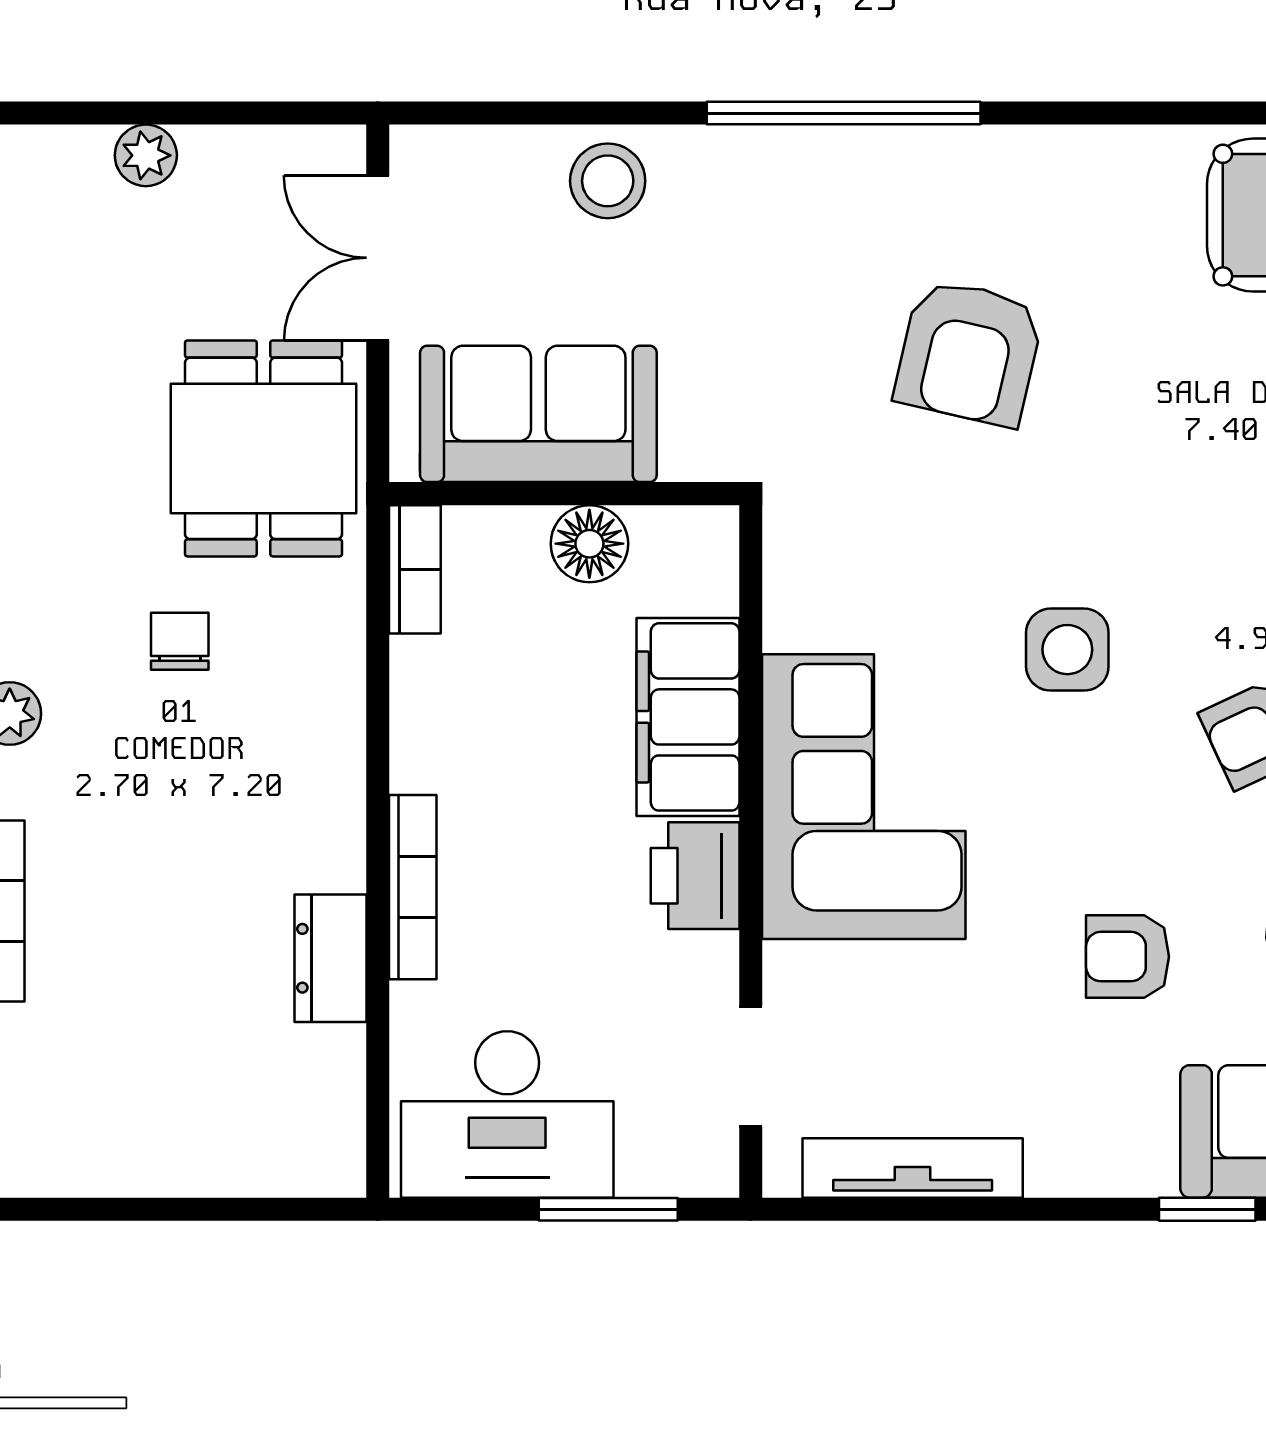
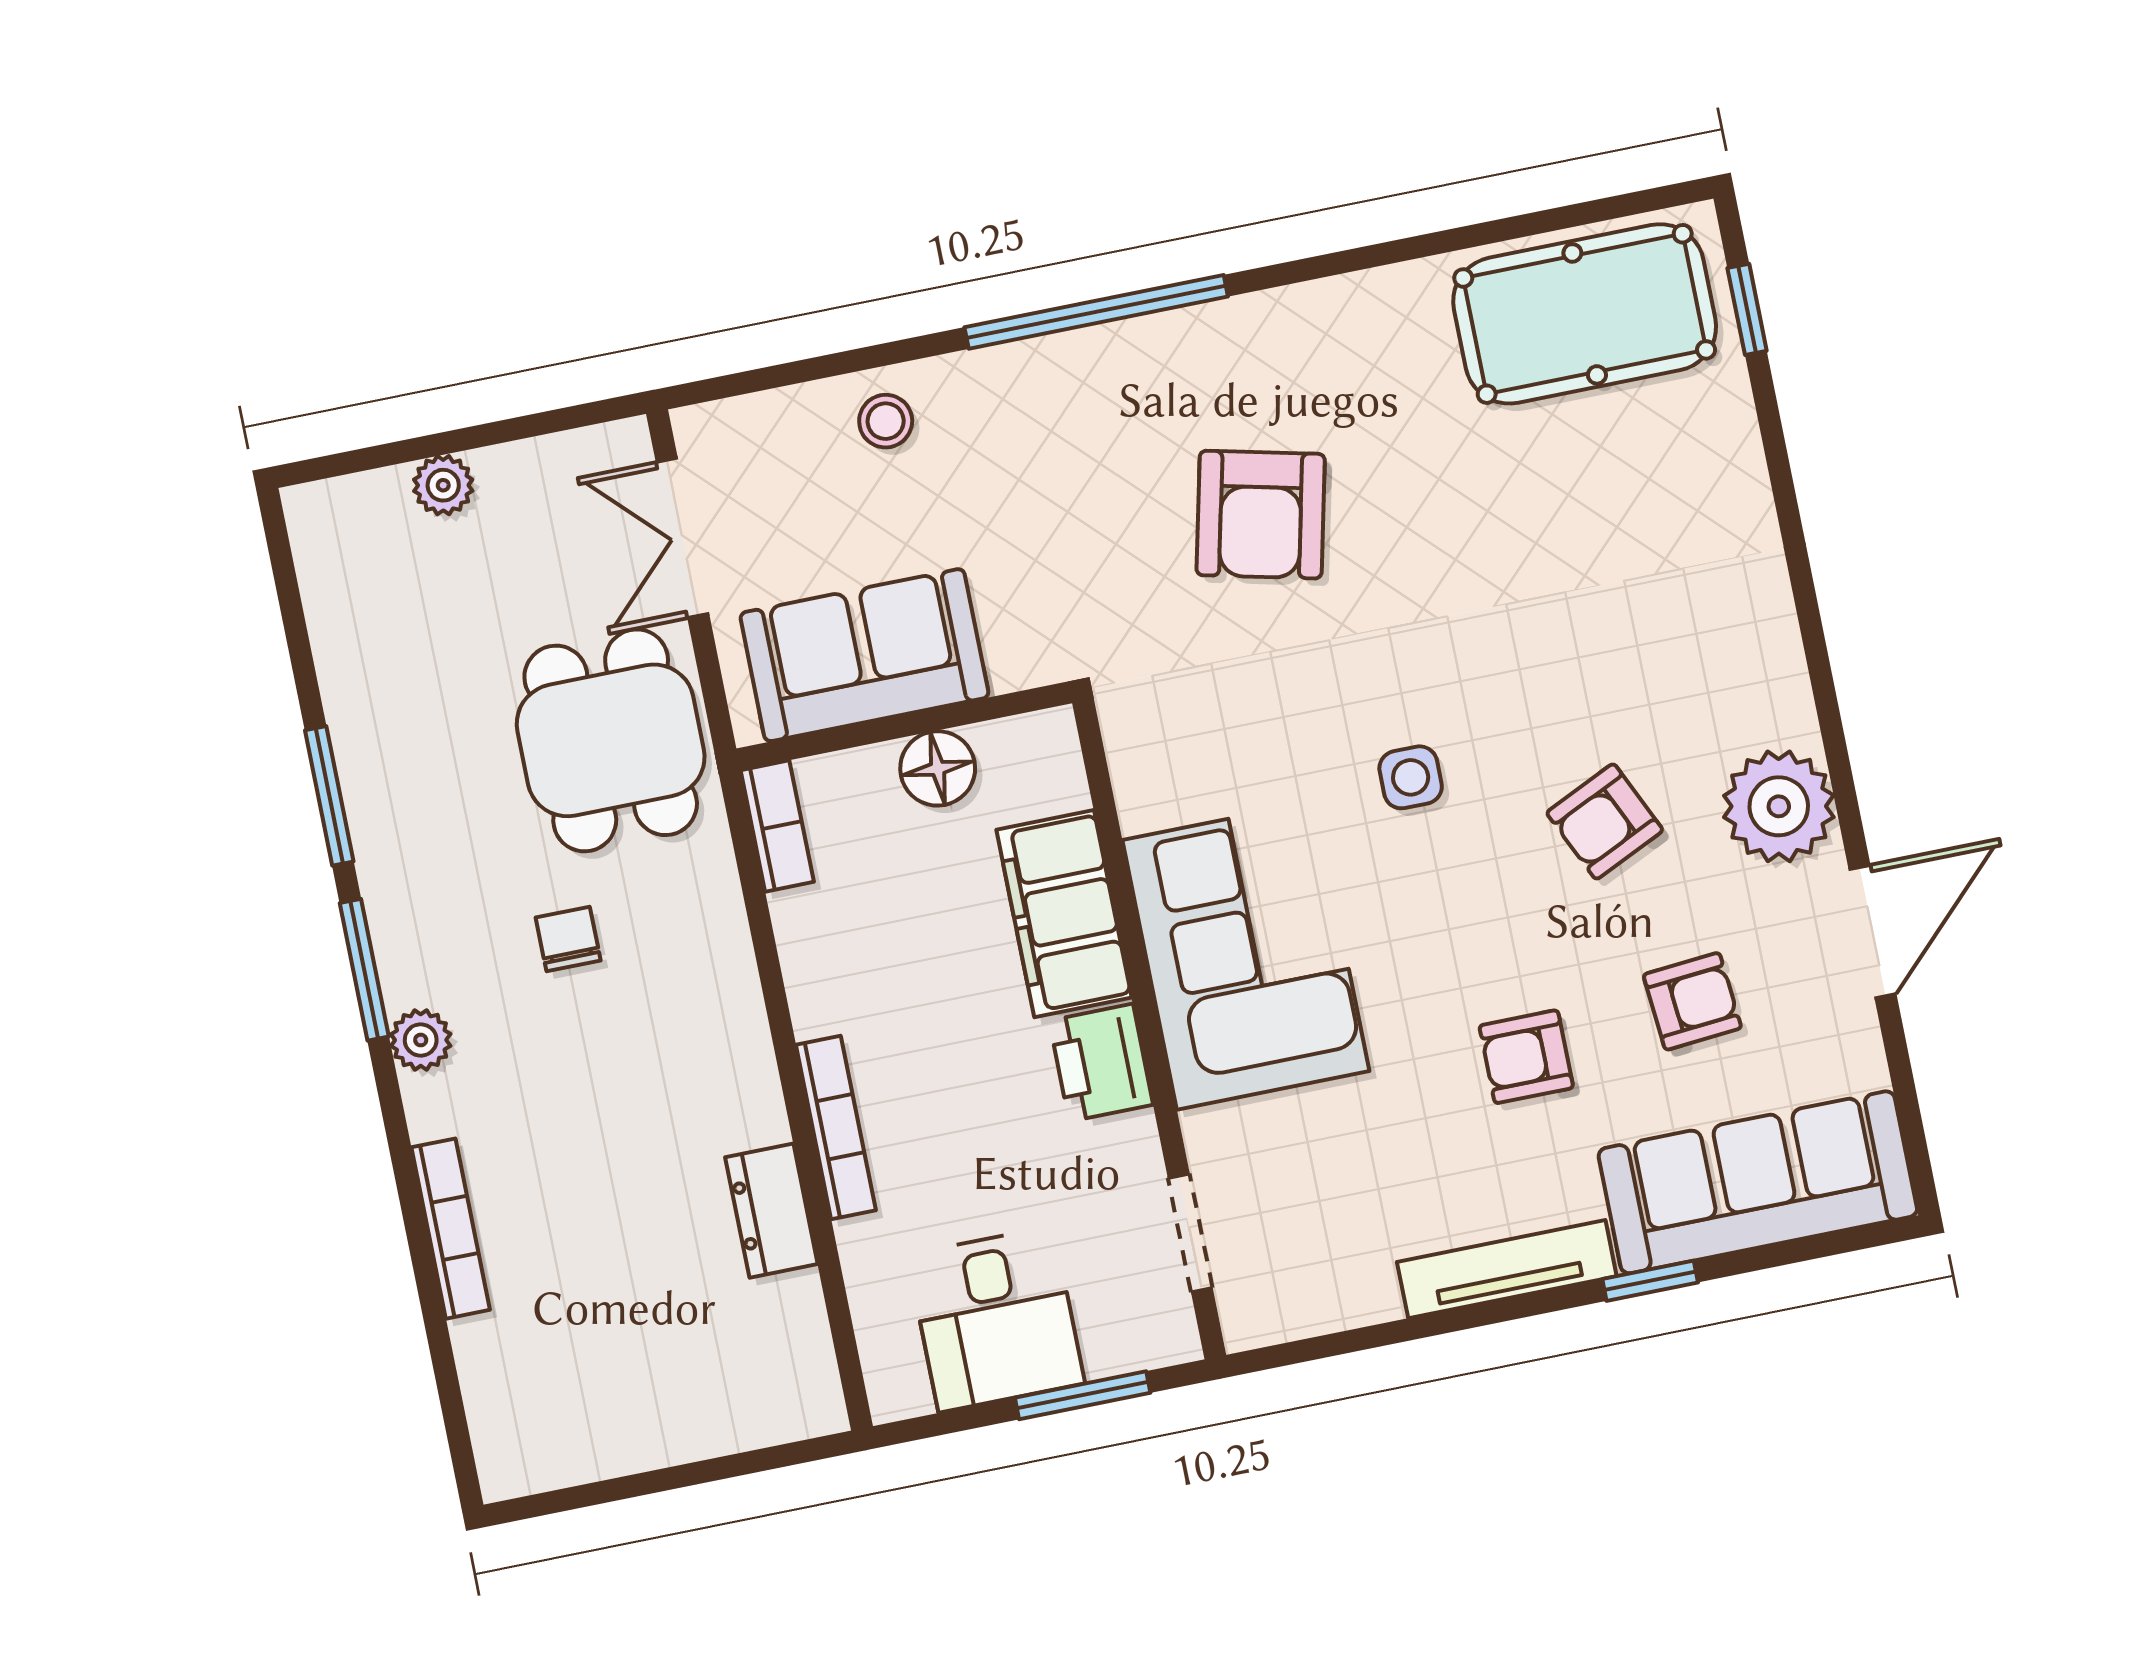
stool: (608, 181) -> (886, 421), width x0.73, depth x0.73
side table: (1067, 650) -> (1411, 777), width x0.73, depth x0.73
desk: (507, 1114) -> (996, 1319), width x0.73
tv unit: (913, 1168) -> (1507, 1269), moved

